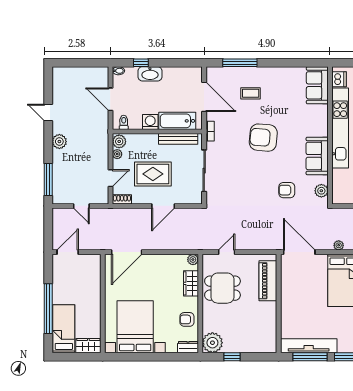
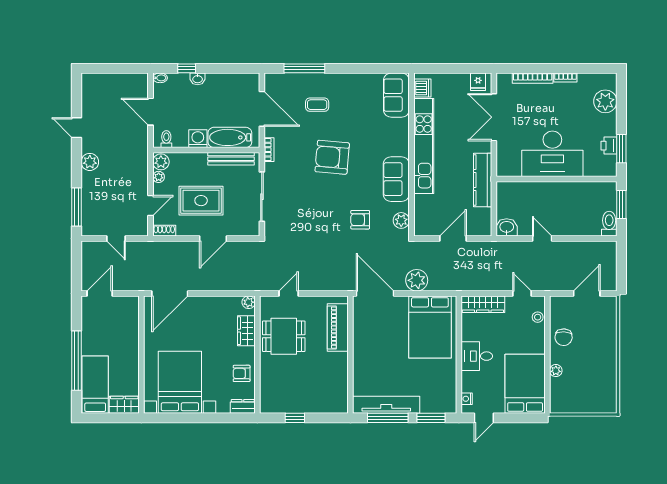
washbasin: (150, 74) -> (198, 79), width x0.52, depth x0.69
plant: (339, 245) -> (417, 280), width x1.88, depth x1.88
plant: (212, 343) -> (272, 401), removed

